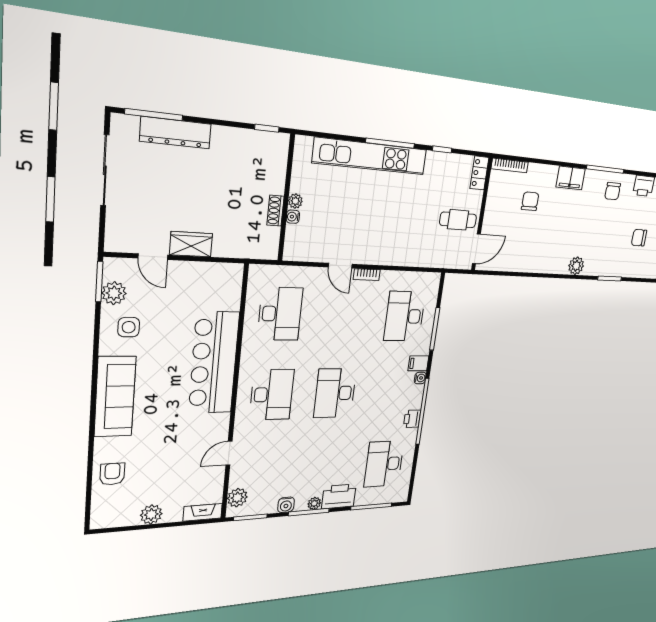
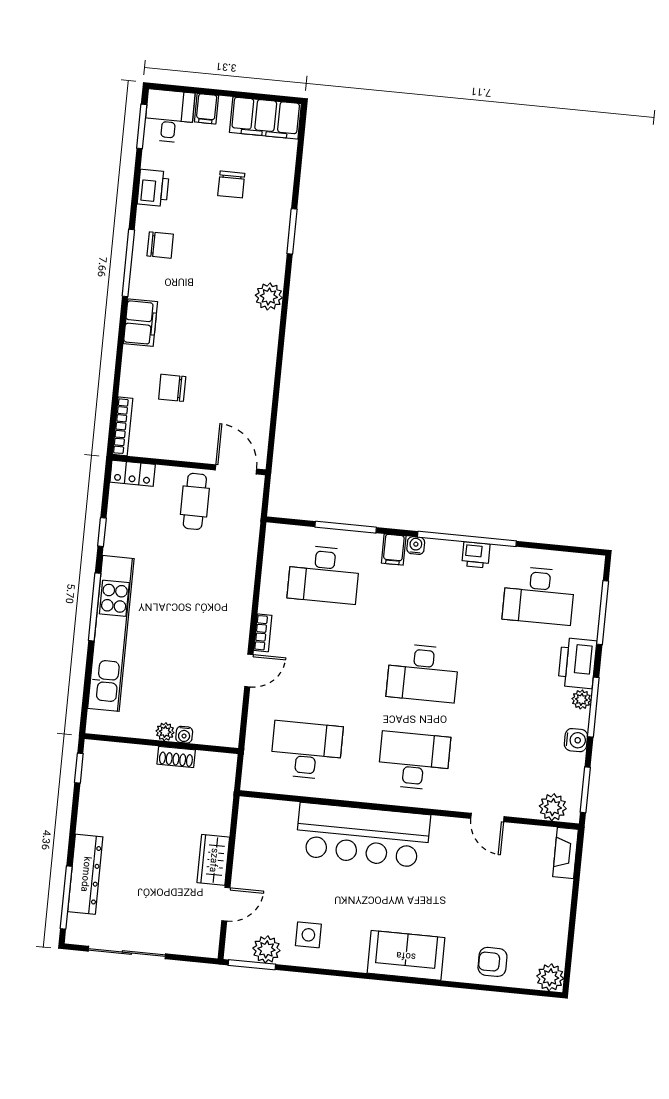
sofa: (115, 397) -> (406, 955), width x0.73
plant: (151, 514) -> (550, 977), moved

